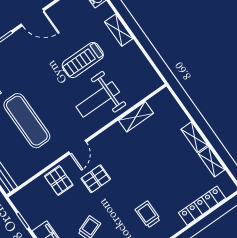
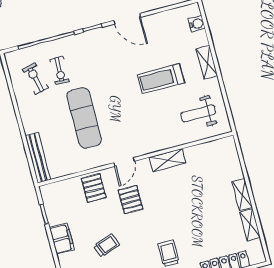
weight bench: (98, 99) -> (198, 113), moved, width x0.73, depth x0.75
shelving: (136, 117) -> (168, 160), moved
pallet: (96, 179) -> (131, 200), turned 90

